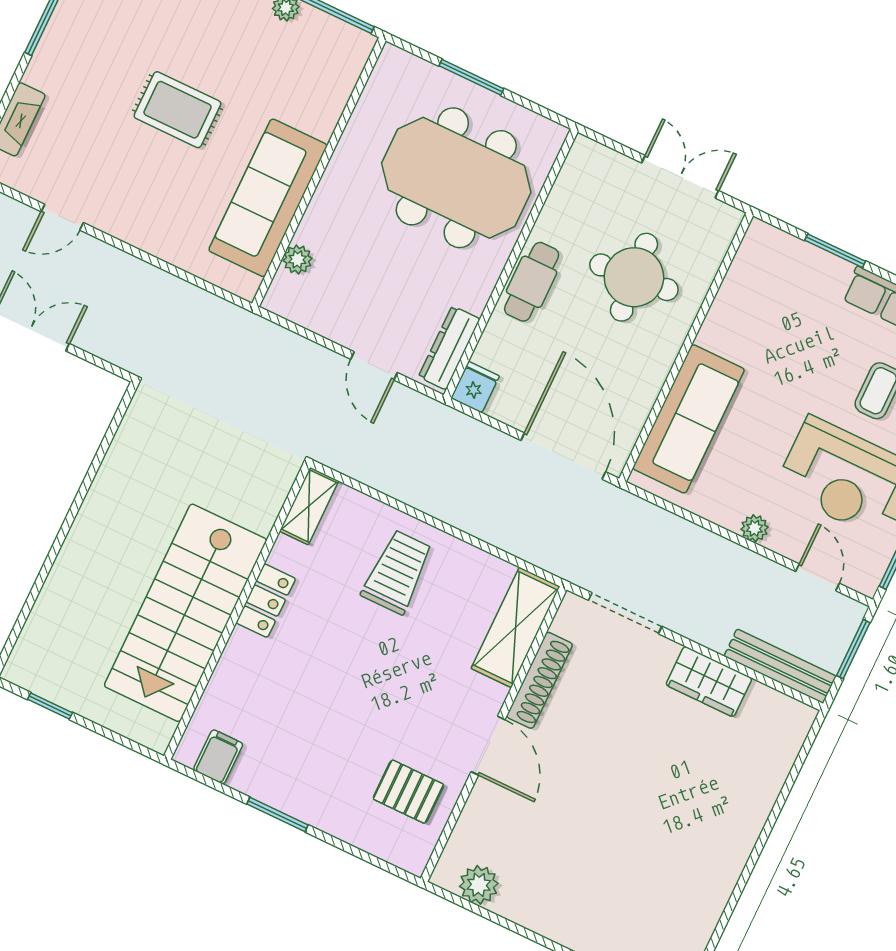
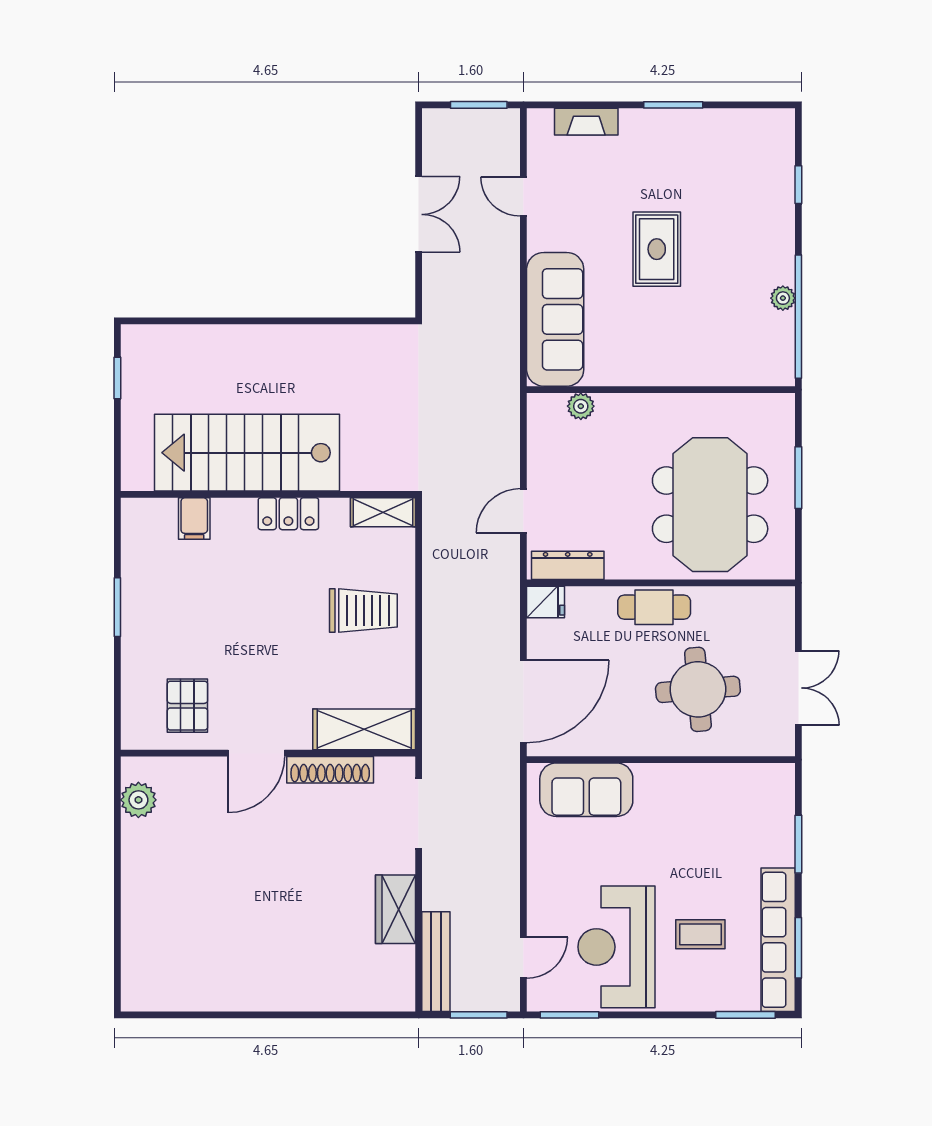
sofa: (268, 198) -> (555, 319), moved, turned 90
sofa: (689, 419) -> (586, 790), width x0.73
plant: (755, 528) -> (539, 887), removed
filing cabinet: (218, 757) -> (194, 519), moved, turned 90

